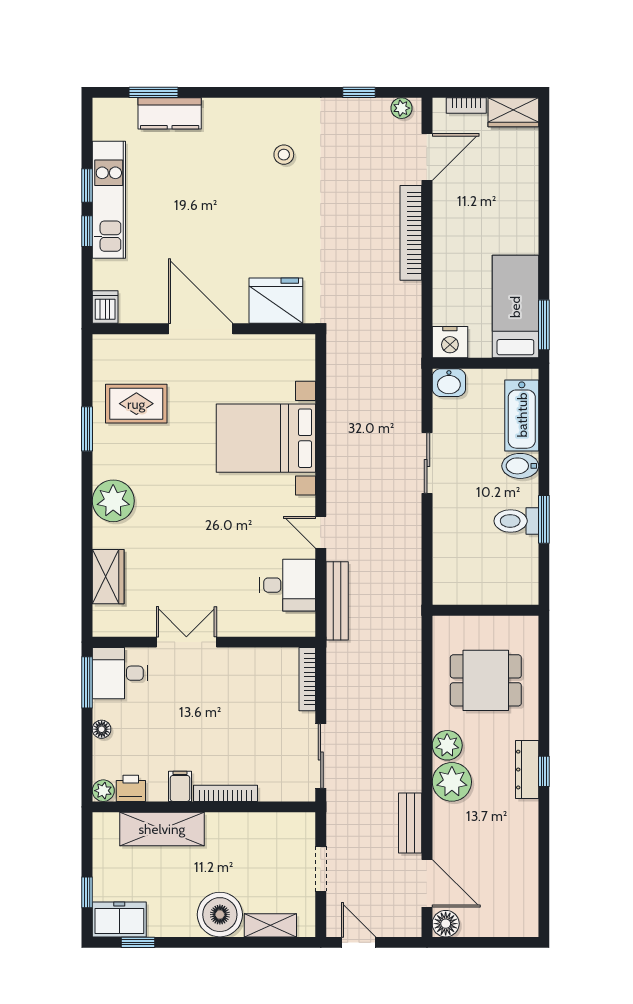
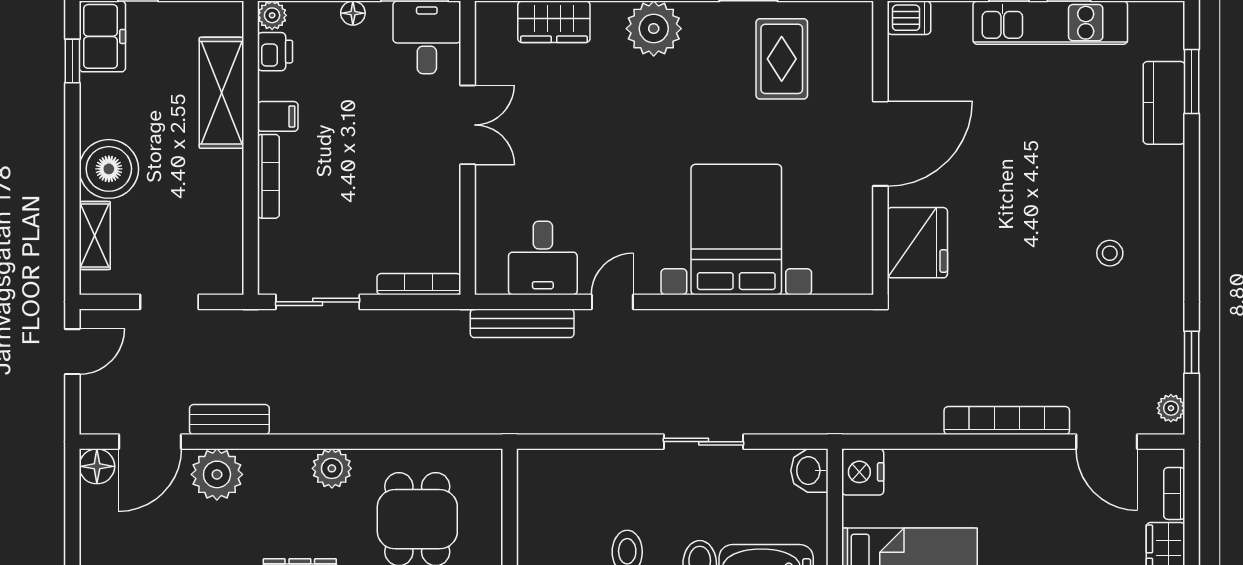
plant: (452, 782) -> (217, 474), moved

